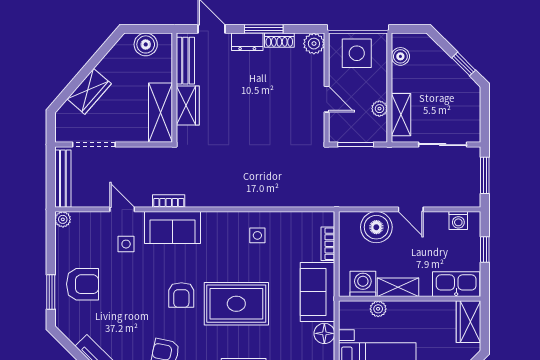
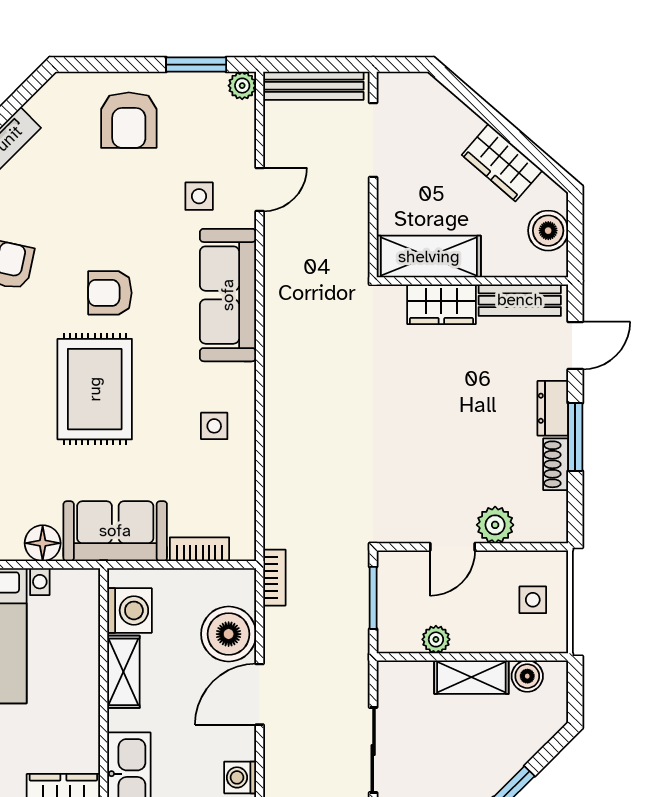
plant: (314, 44) -> (495, 525), moved
side table: (357, 53) -> (533, 600), width x0.54, depth x0.54
wardrobe: (89, 91) -> (502, 163), moved
shelving: (401, 115) -> (471, 677), moved
bookcase: (169, 201) -> (274, 578), moved
door: (411, 209) -> (260, 694), width x1.37
sofa: (173, 228) -> (228, 295), width x1.36
window: (51, 292) -> (196, 65), moved
plant: (378, 309) -> (86, 637), removed

